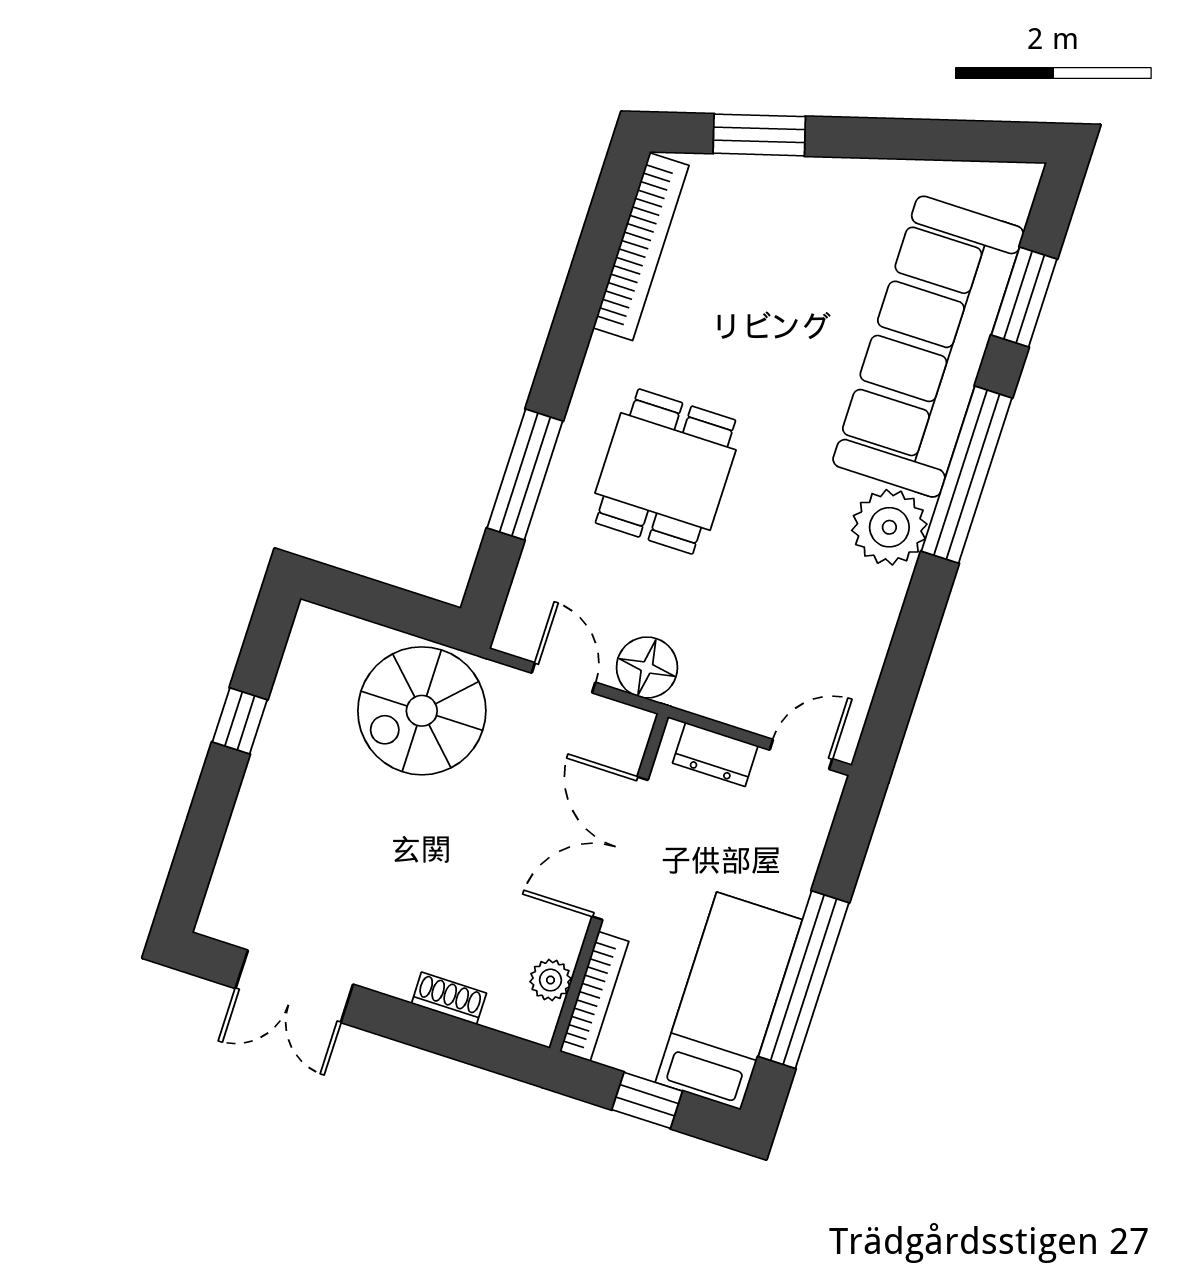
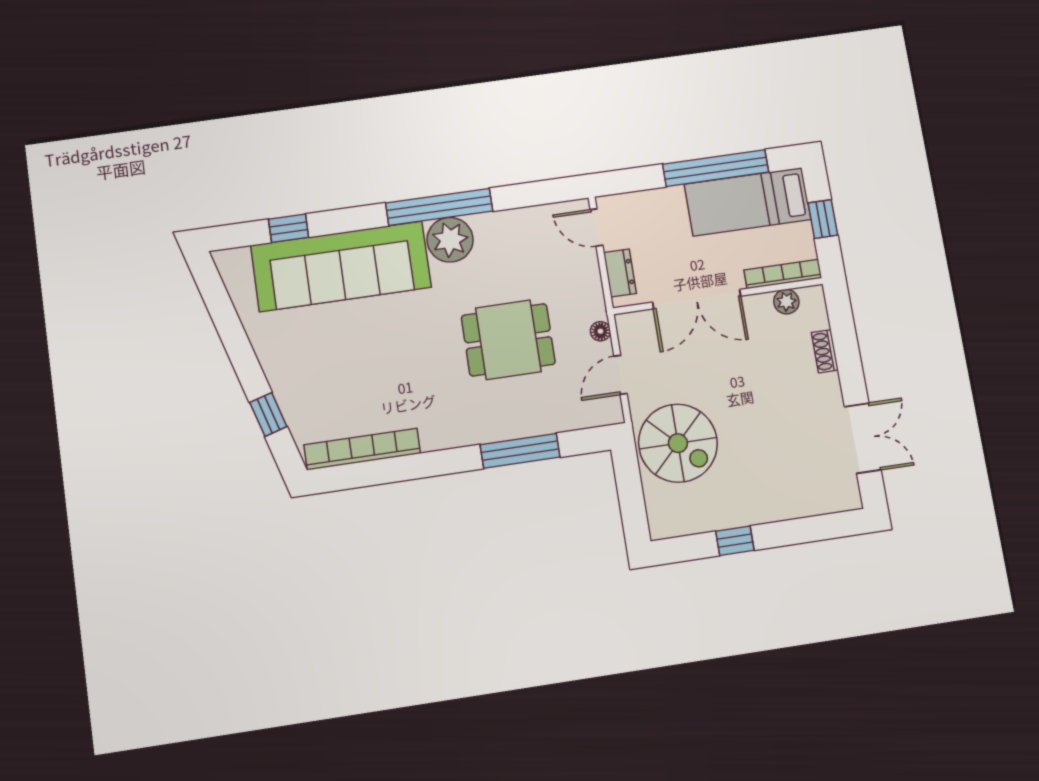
window: (759, 135) -> (268, 414), width x0.67
window: (1024, 297) -> (289, 228), width x0.67
dining table: (665, 472) -> (508, 340), moved
window: (967, 475) -> (439, 207), moved
floor lamp: (647, 668) -> (600, 331), width x0.53, depth x0.53

